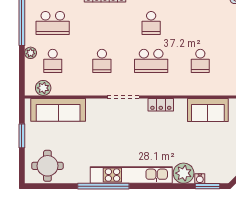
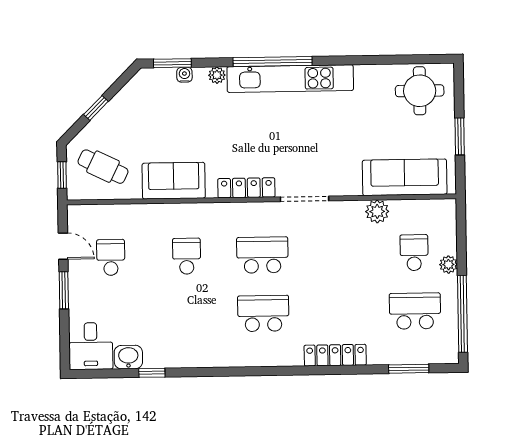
school desk: (151, 23) -> (263, 313), width x1.85
school desk: (102, 61) -> (338, 254), removed
plant: (43, 88) -> (377, 211), moved
locker: (161, 105) -> (246, 188), width x1.53
plant: (184, 173) -> (217, 75), width x0.53, depth x0.53
window: (103, 186) -> (273, 62), moved

